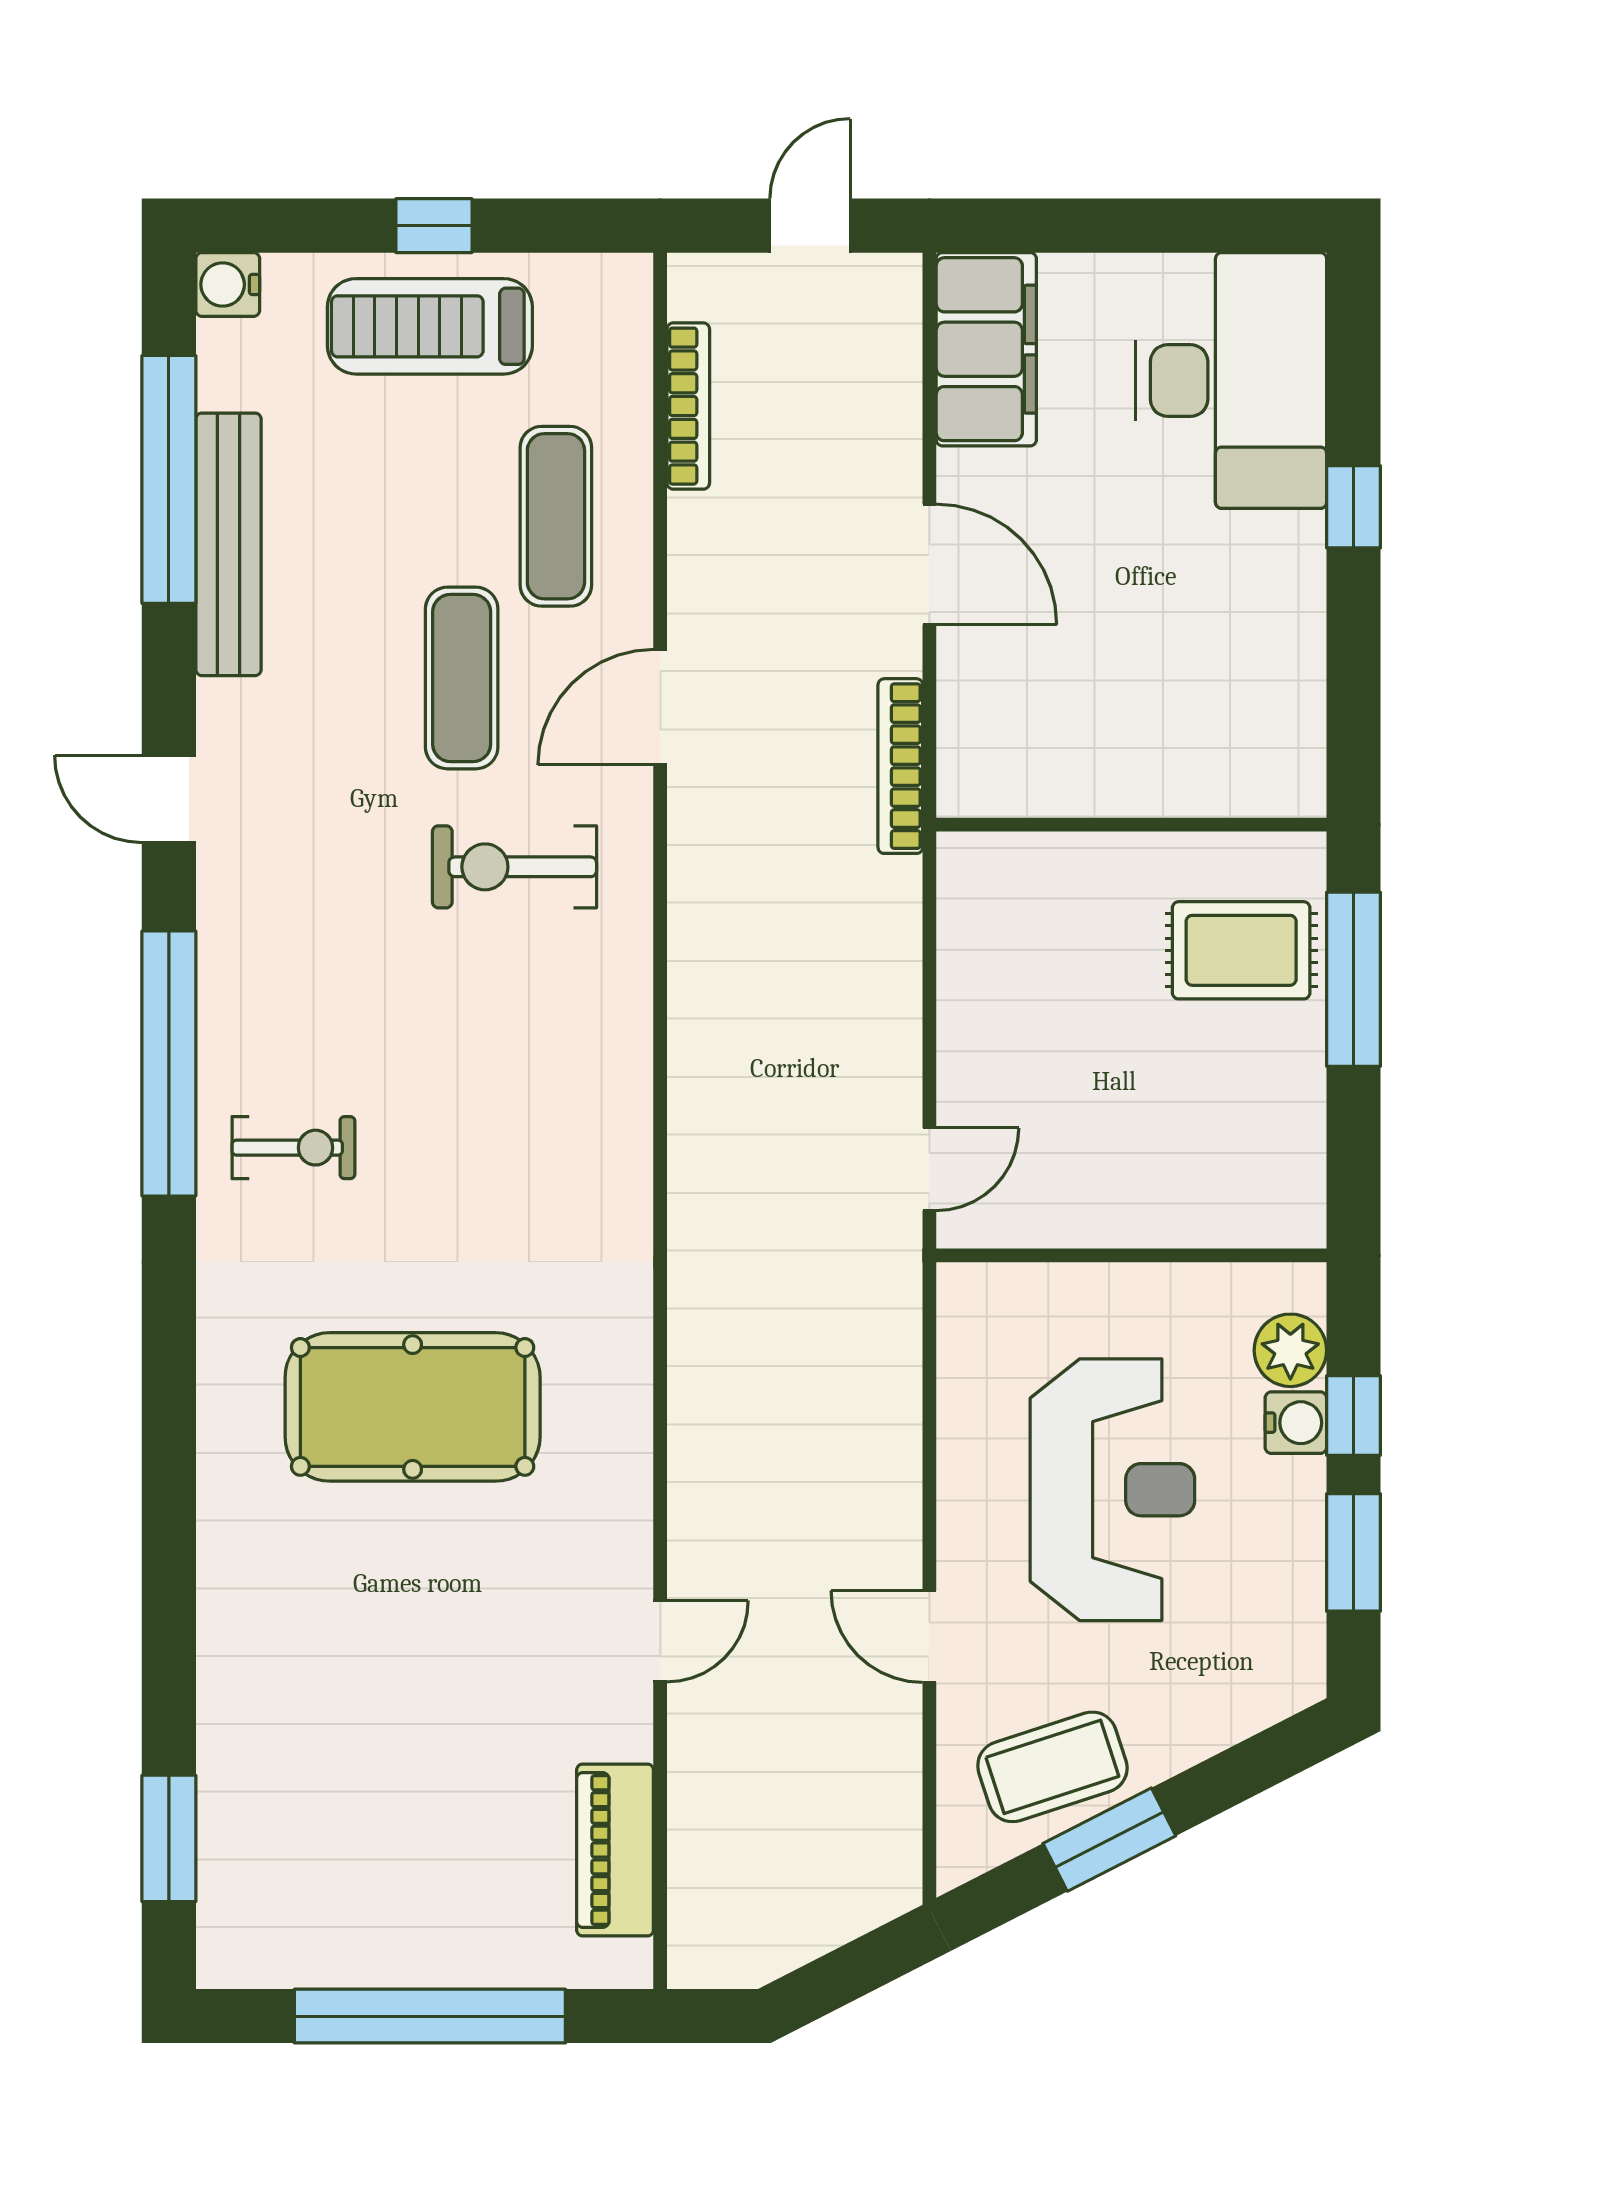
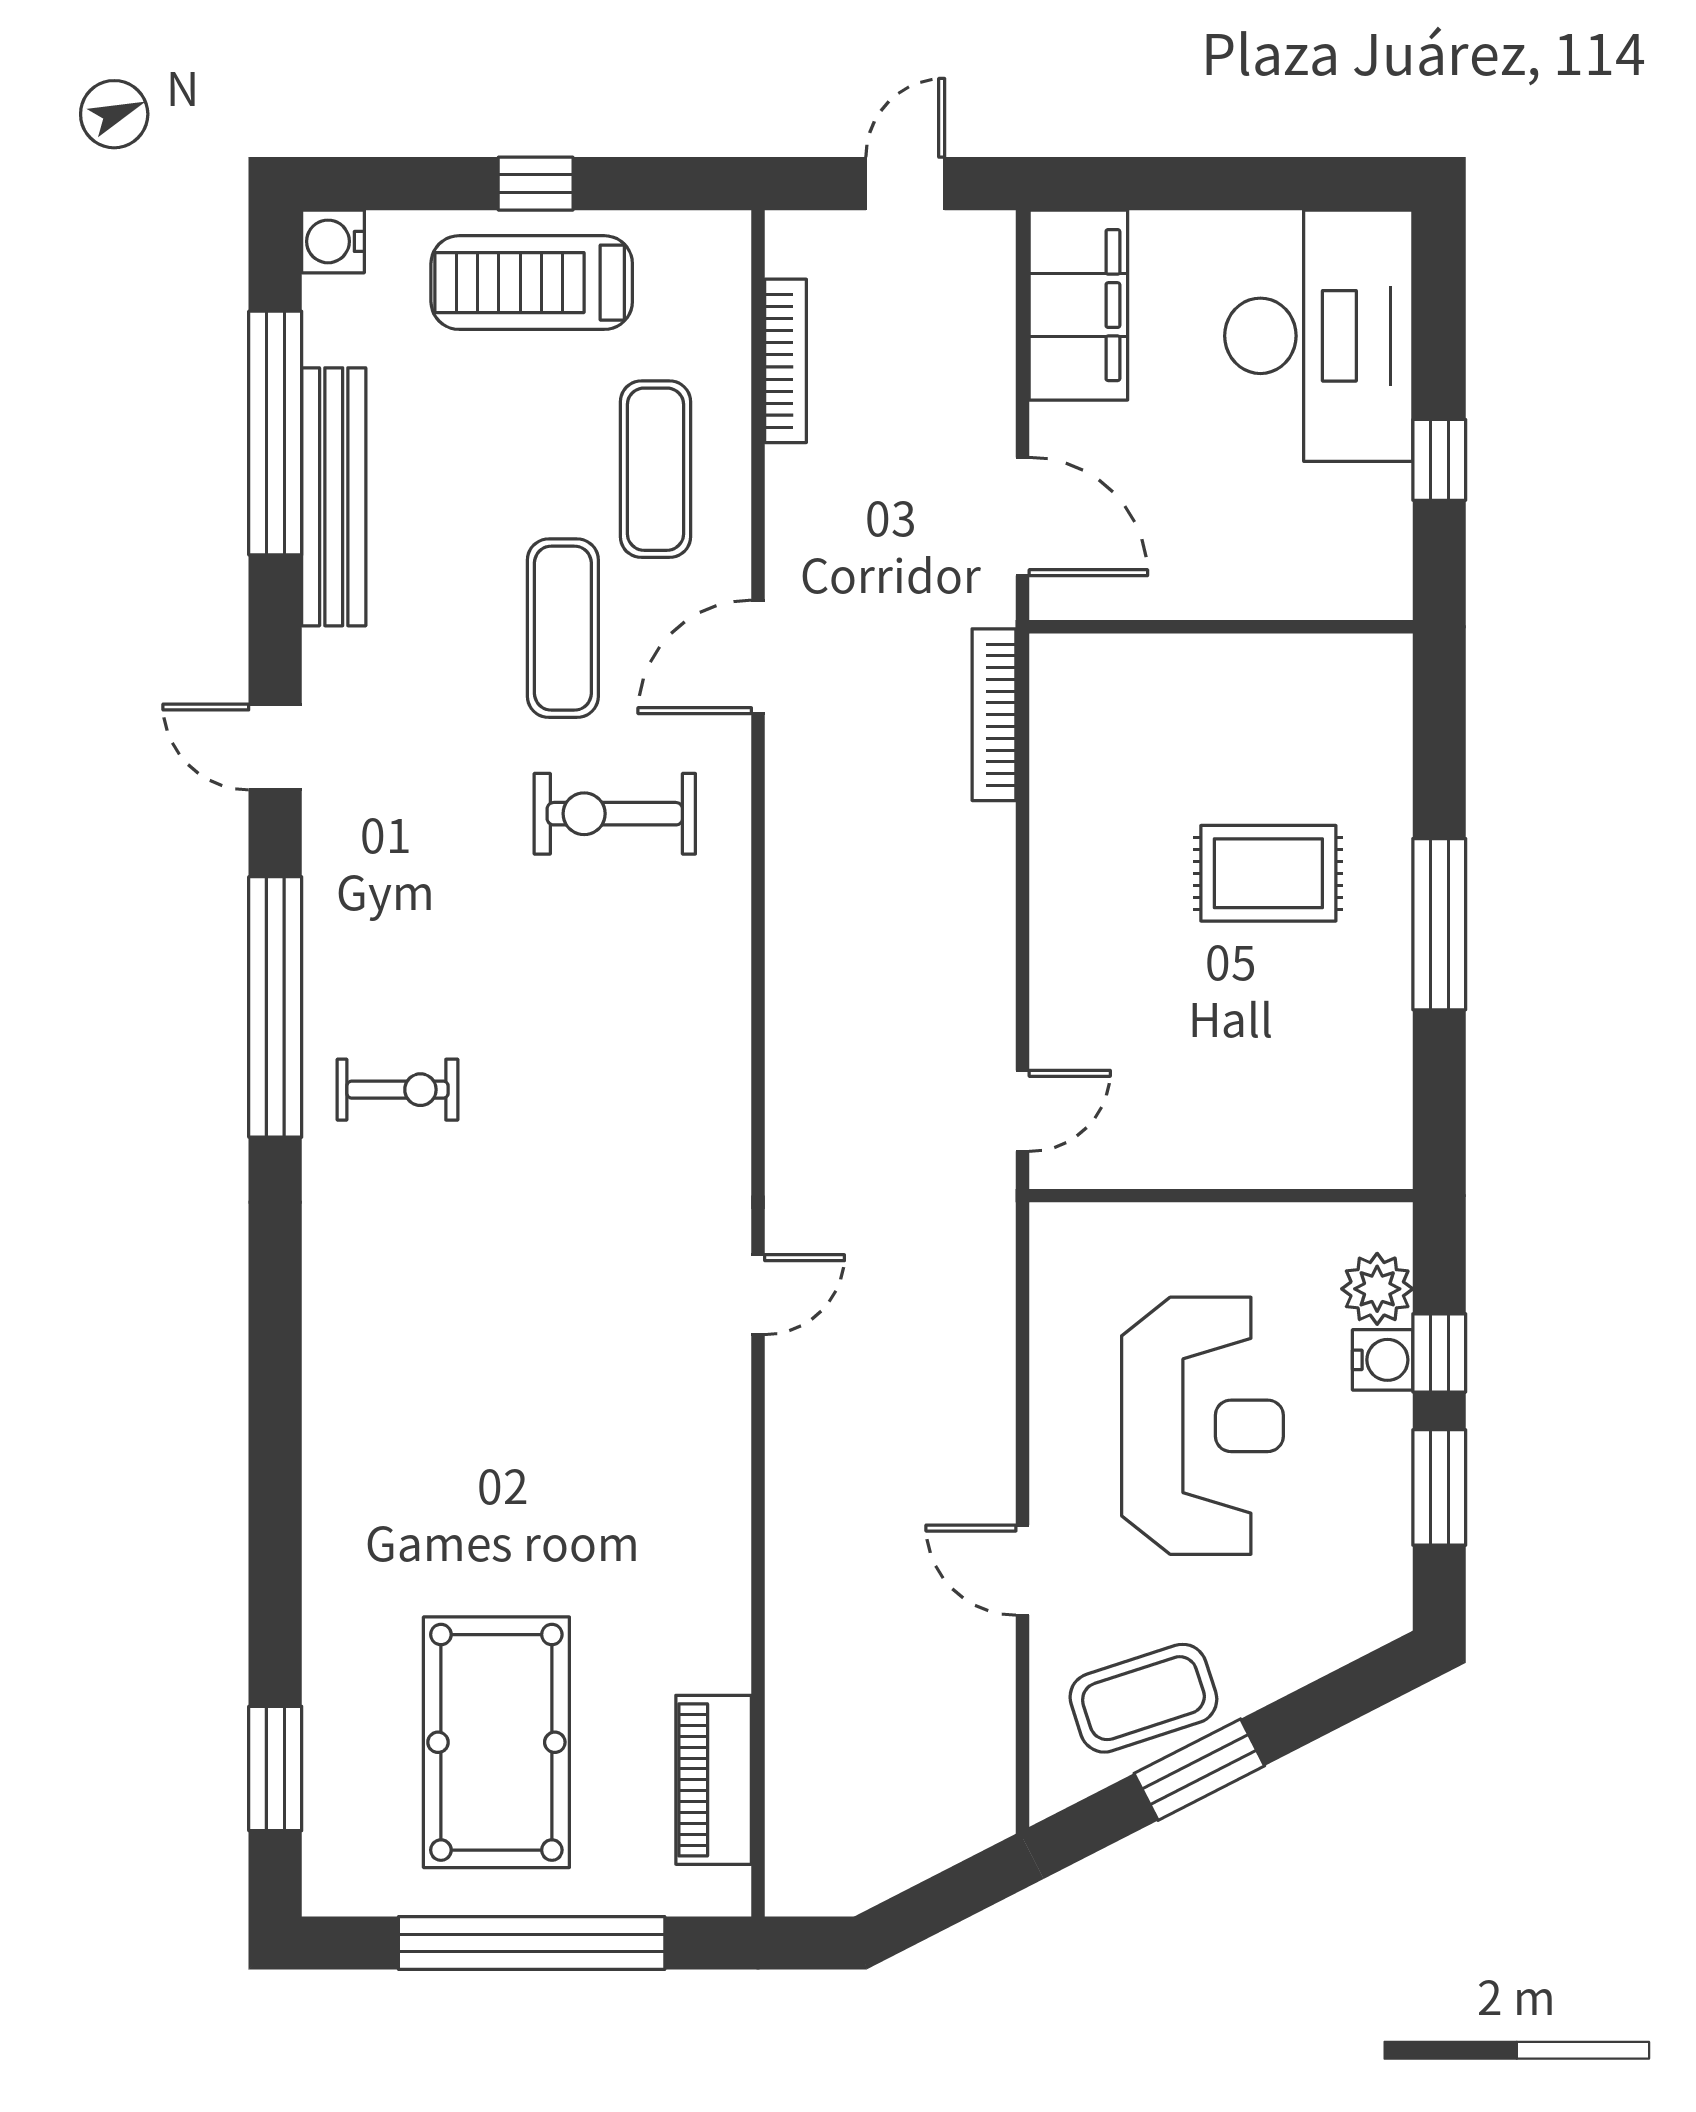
wall: (1131, 825) -> (1221, 627), moved
rug: (1241, 950) -> (1268, 873), moved
pool table: (413, 1407) -> (496, 1742), moved, turned 90
door: (660, 1641) -> (758, 1295), moved

